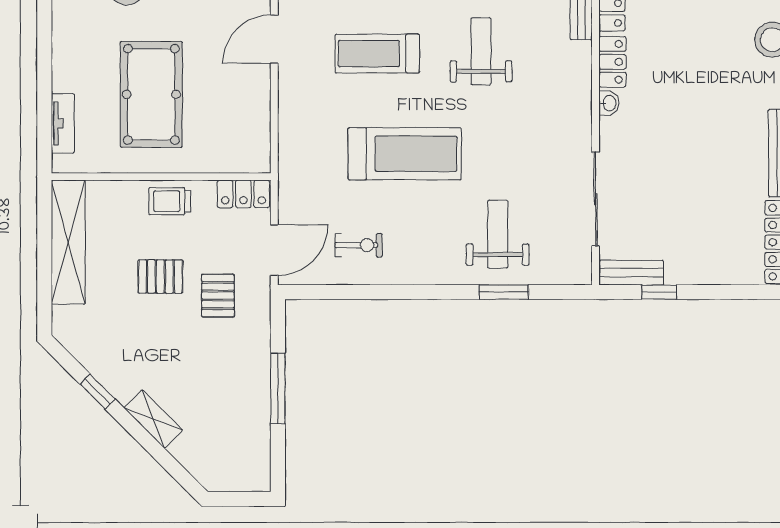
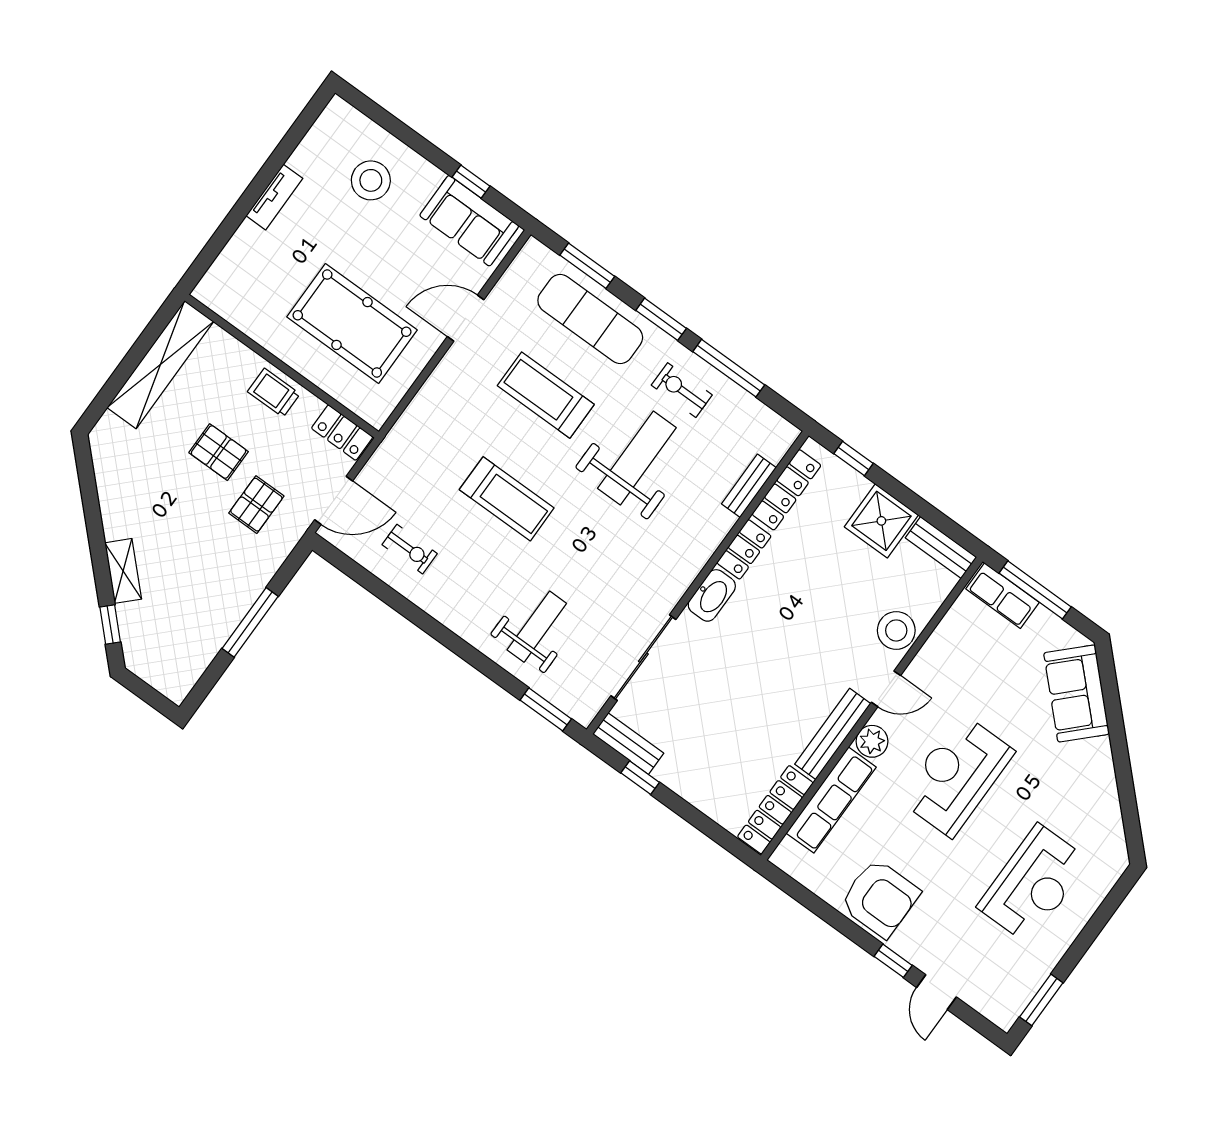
weight bench: (481, 51) -> (637, 458), width x1.36, depth x1.33
pool table: (151, 94) -> (352, 323), moved, turned 90
washbasin: (609, 103) -> (712, 595), width x1.91, depth x1.45
tv unit: (63, 123) -> (274, 197), moved
treadmill: (405, 154) -> (507, 499), width x0.73, depth x0.73
window: (504, 292) -> (546, 709), moved
window: (98, 392) -> (110, 624), moved

